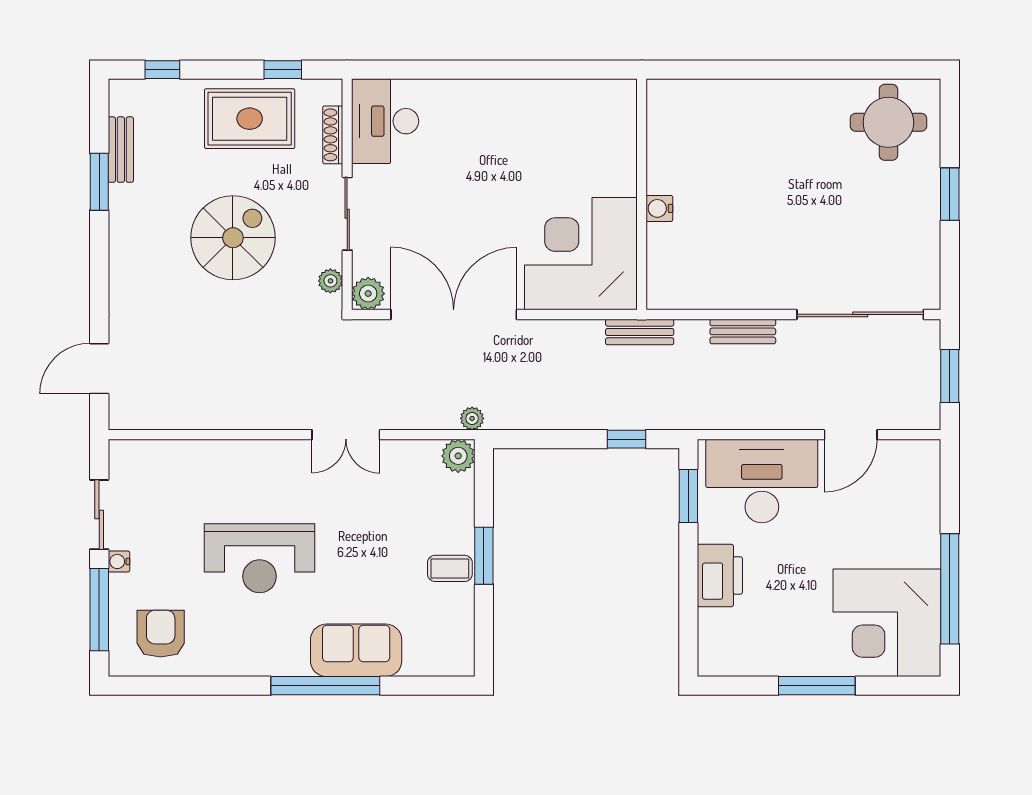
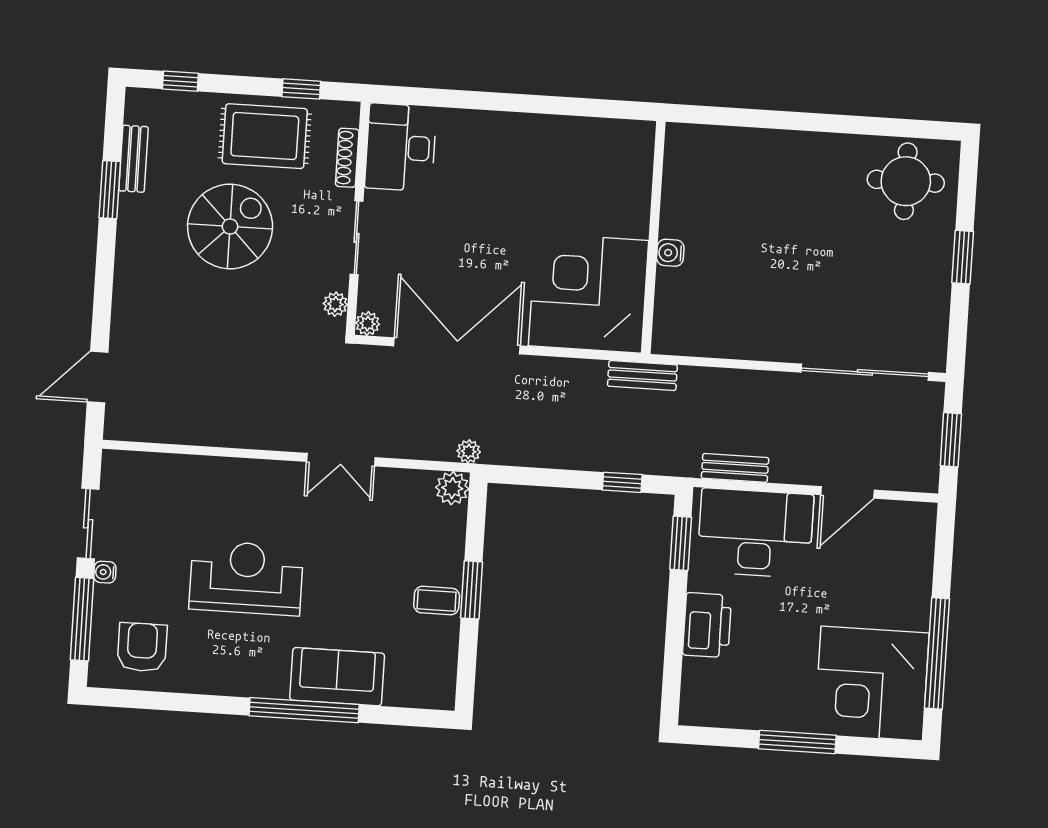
spiral stairs: (233, 238) -> (230, 226), moved
plant: (368, 294) -> (368, 324), width x0.73, depth x0.73
bench: (743, 331) -> (735, 468), moved
reception desk: (260, 558) -> (246, 578), turned 180

